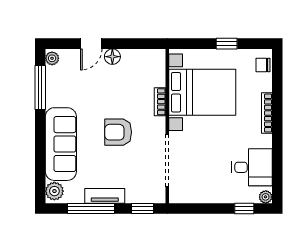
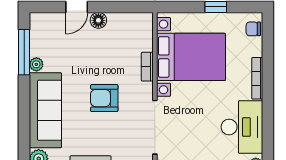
plant: (52, 58) -> (36, 64), moved
desk: (252, 167) -> (242, 127), width x1.37

